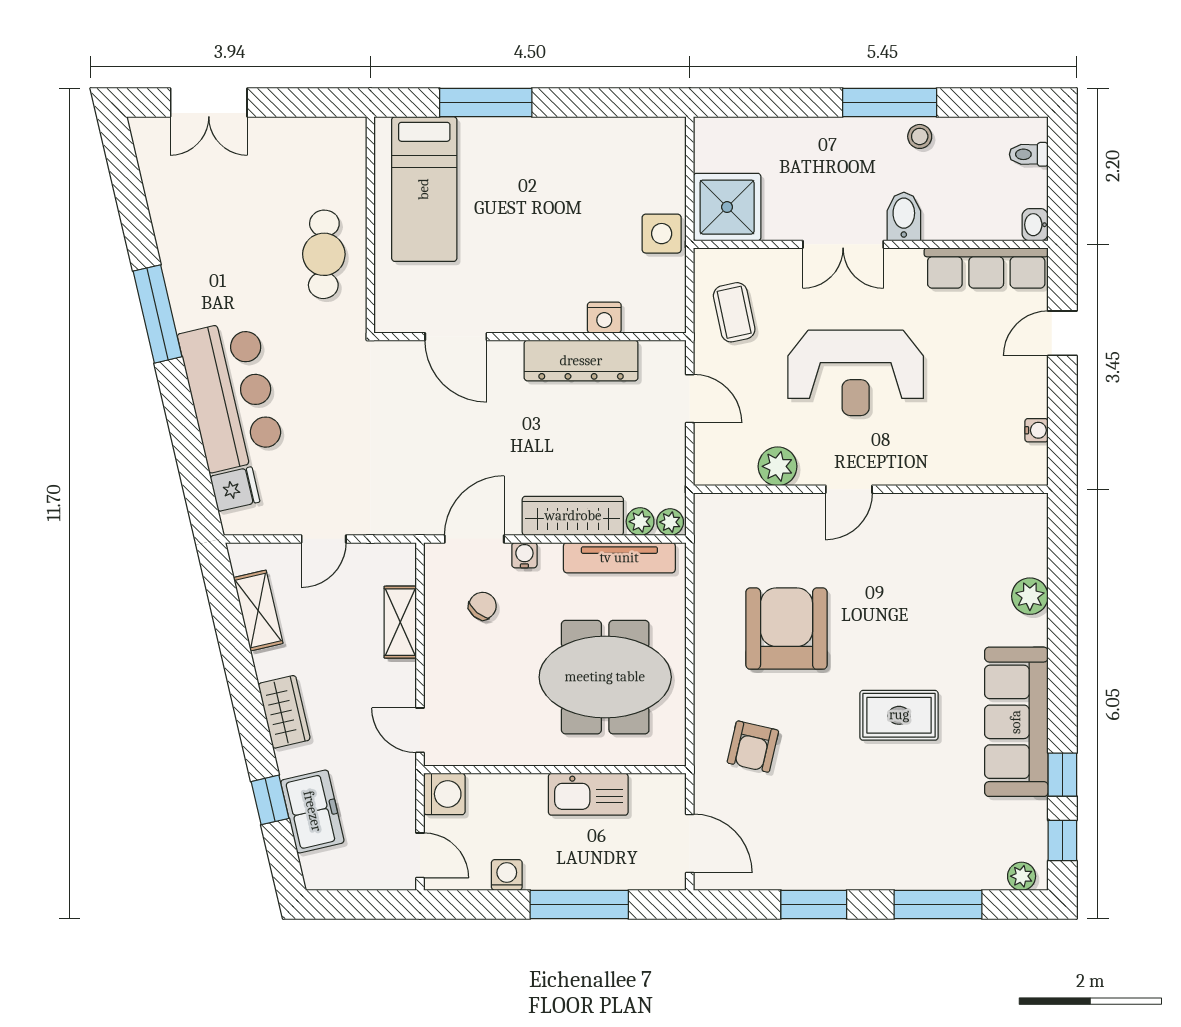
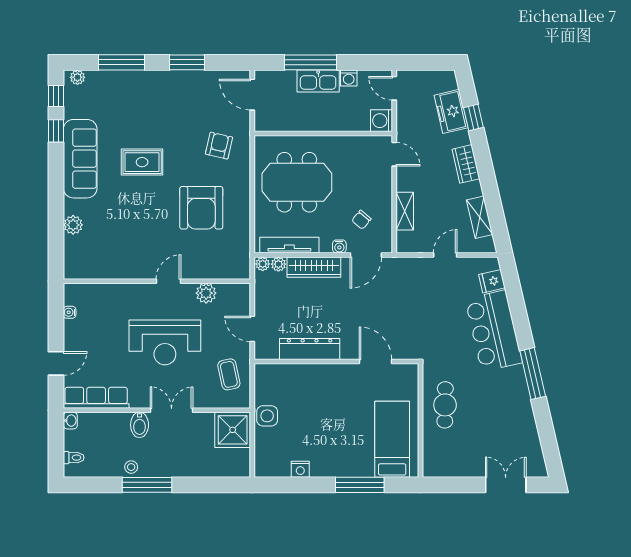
nightstand: (604, 318) -> (300, 469), moved, turned 180
reception desk: (856, 373) -> (165, 342), turned 180
kitchen sink: (588, 794) -> (318, 81), moved, turned 180

